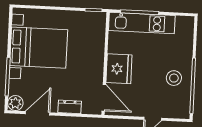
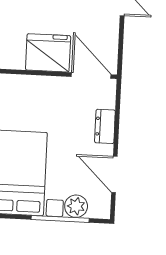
door: (104, 98) -> (91, 76), hinge flipped
plant: (15, 103) -> (76, 206), moved

